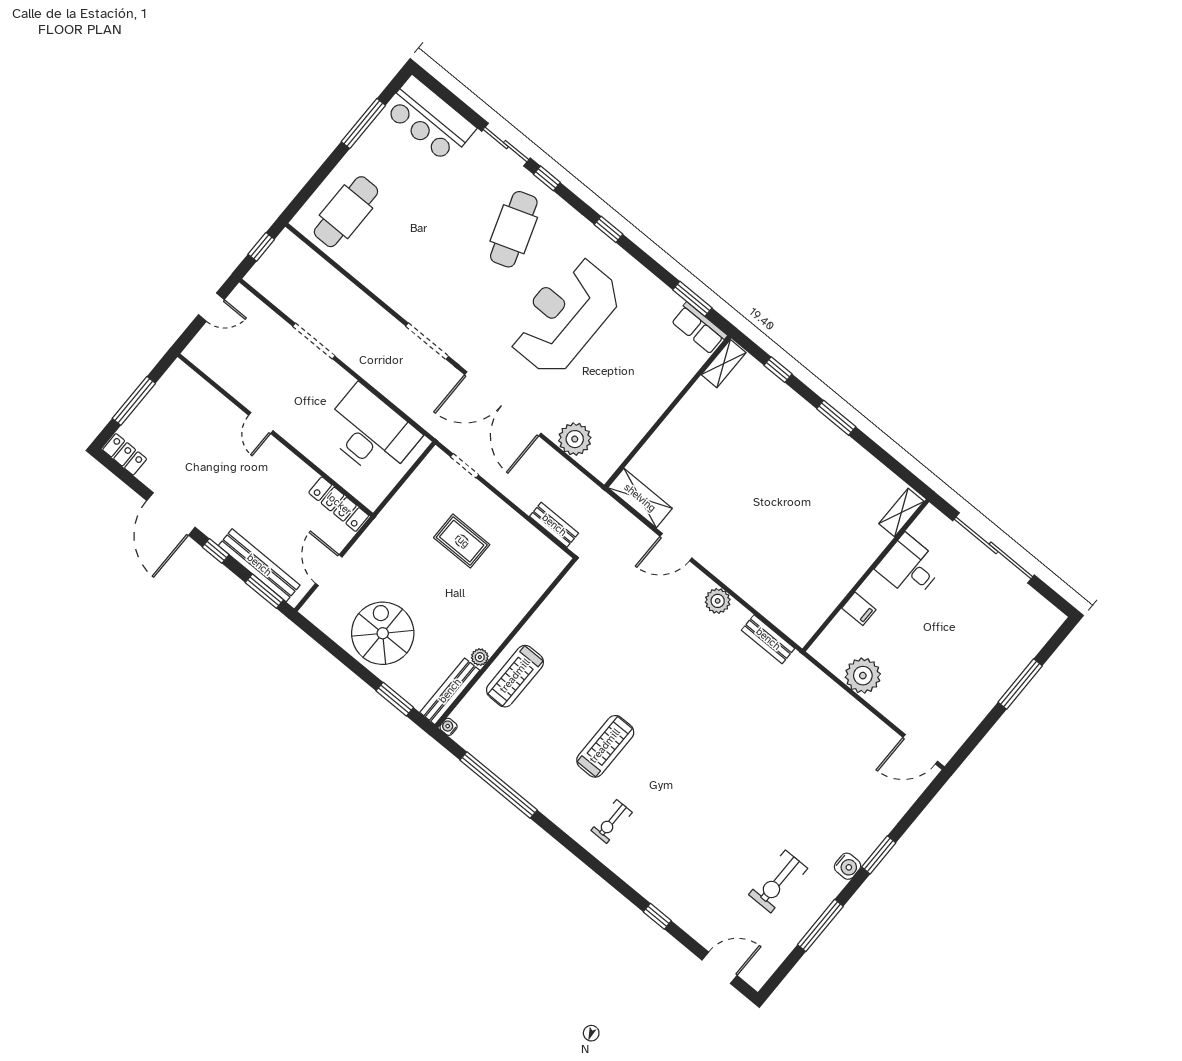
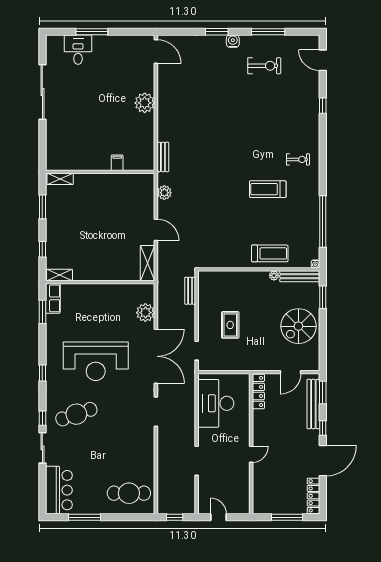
locker: (125, 454) -> (313, 496), width x1.53
shelving: (901, 512) -> (60, 179), moved
desk: (910, 567) -> (78, 50), moved, turned 180
wall: (866, 575) -> (100, 172), moved
filing cabinet: (859, 609) -> (117, 163), moved

